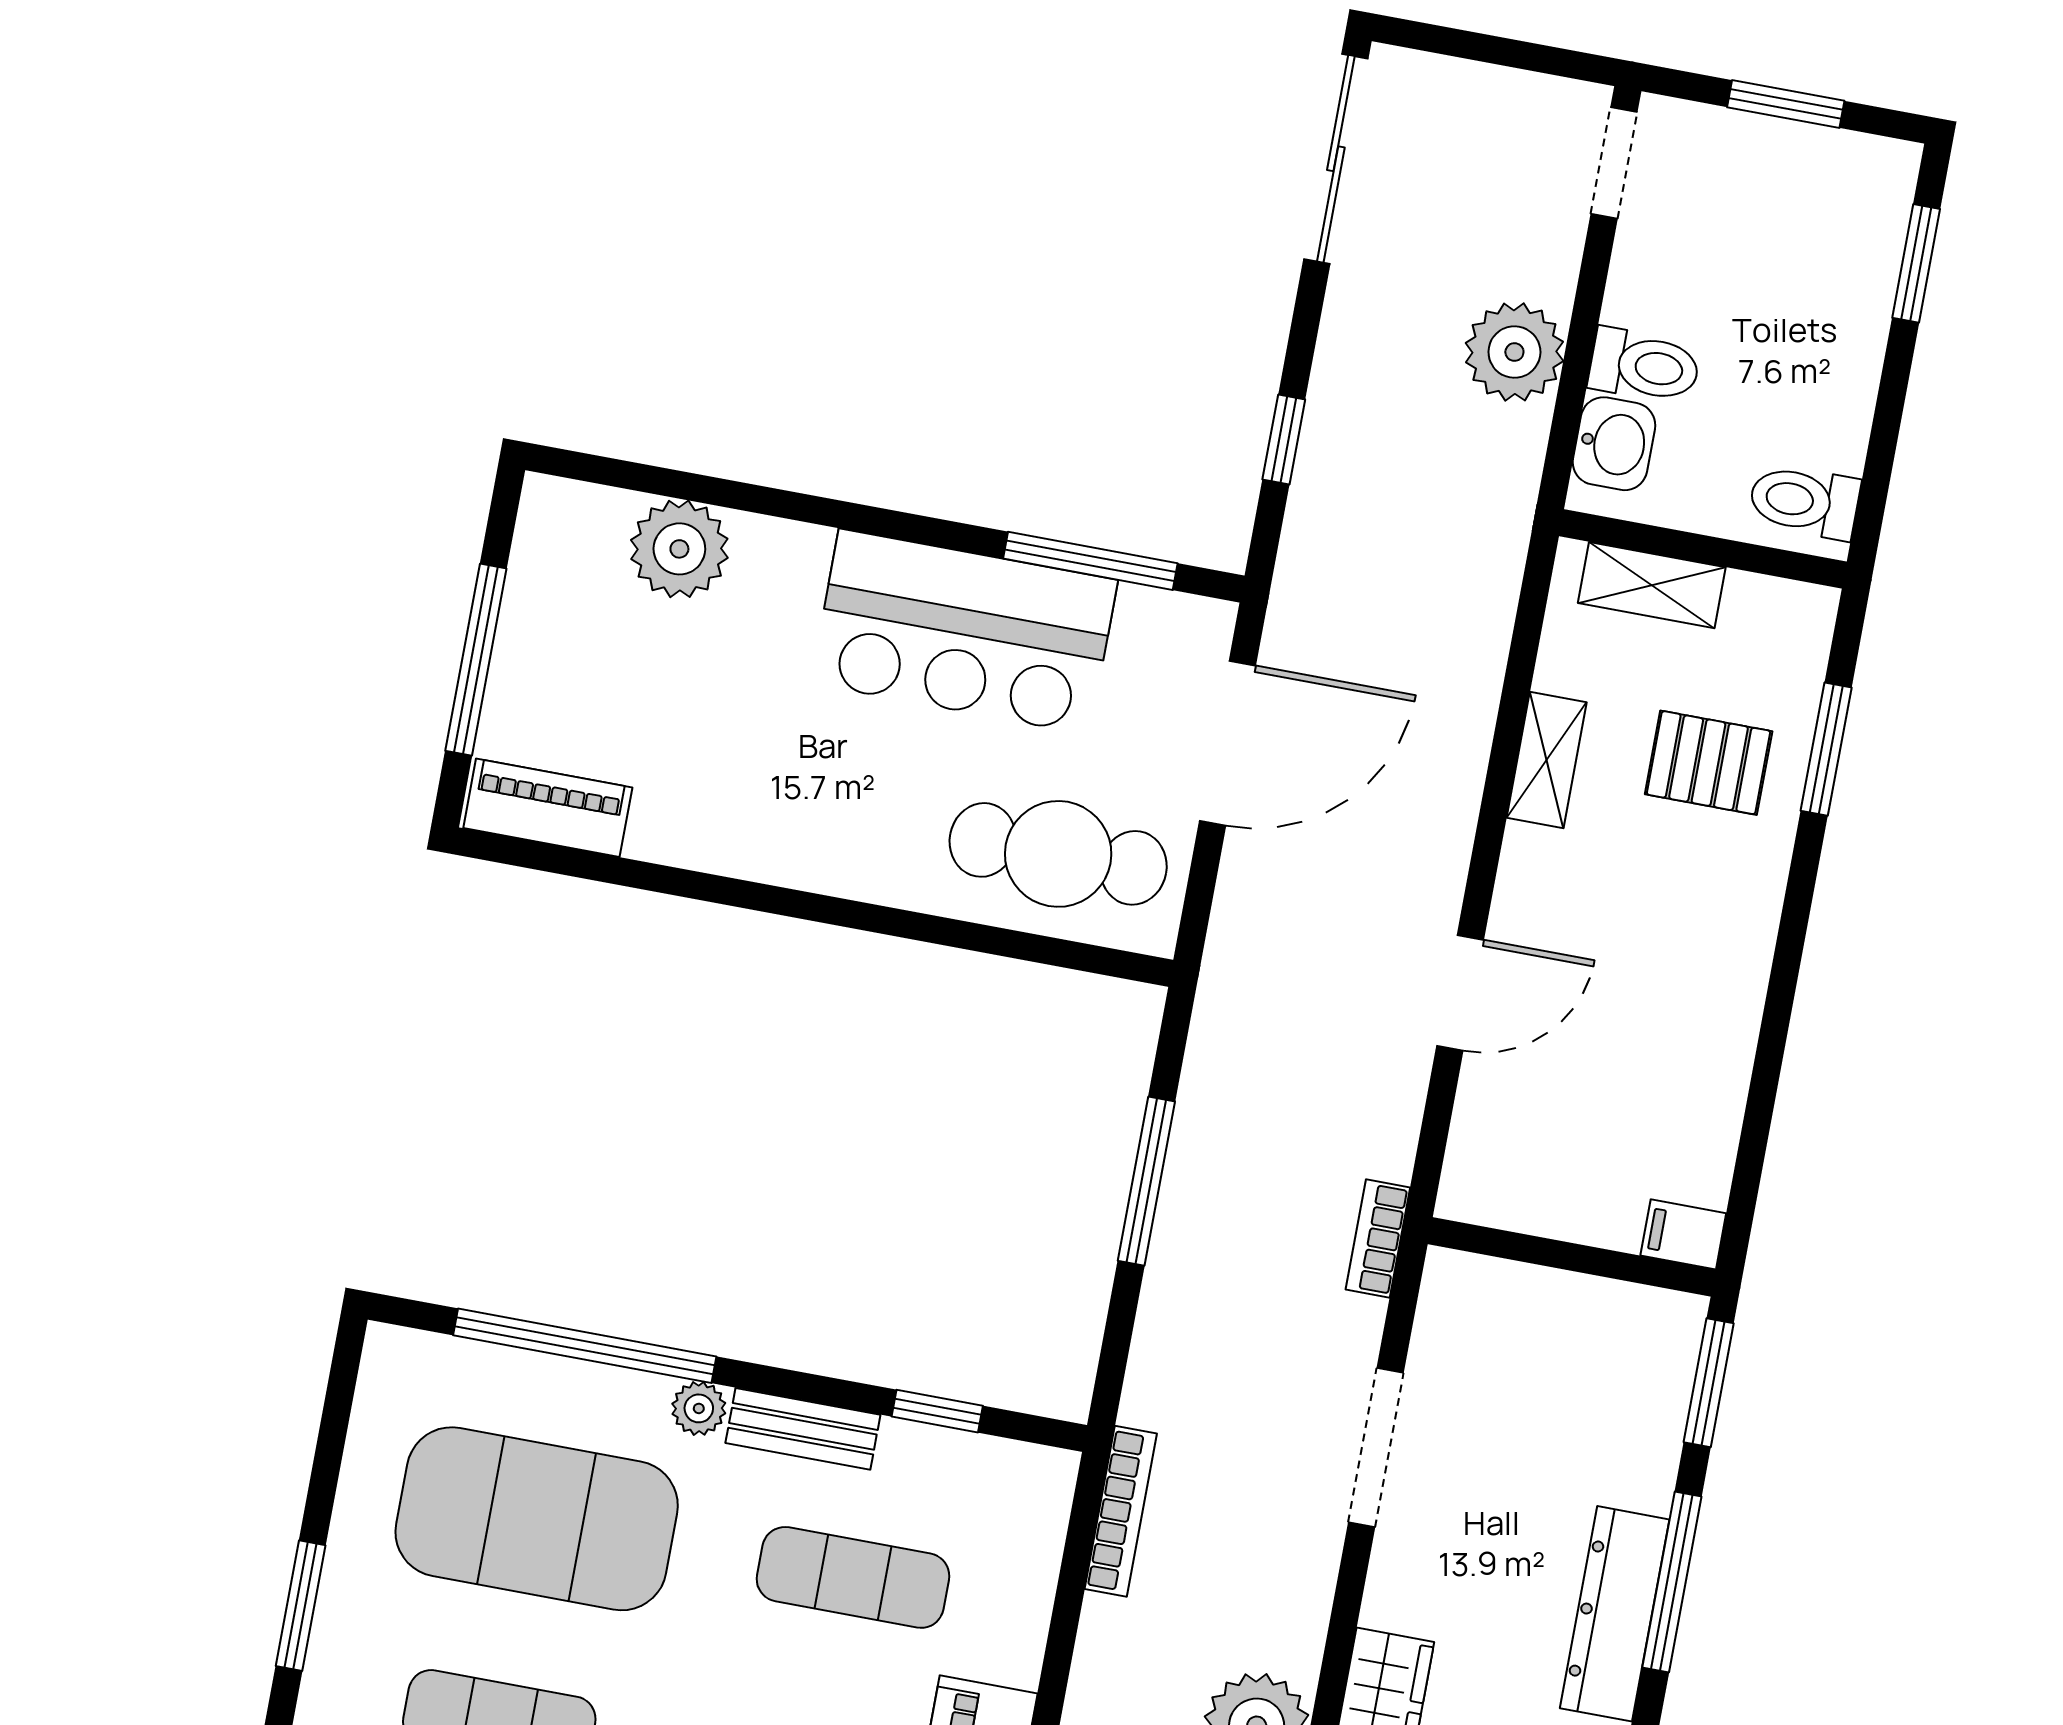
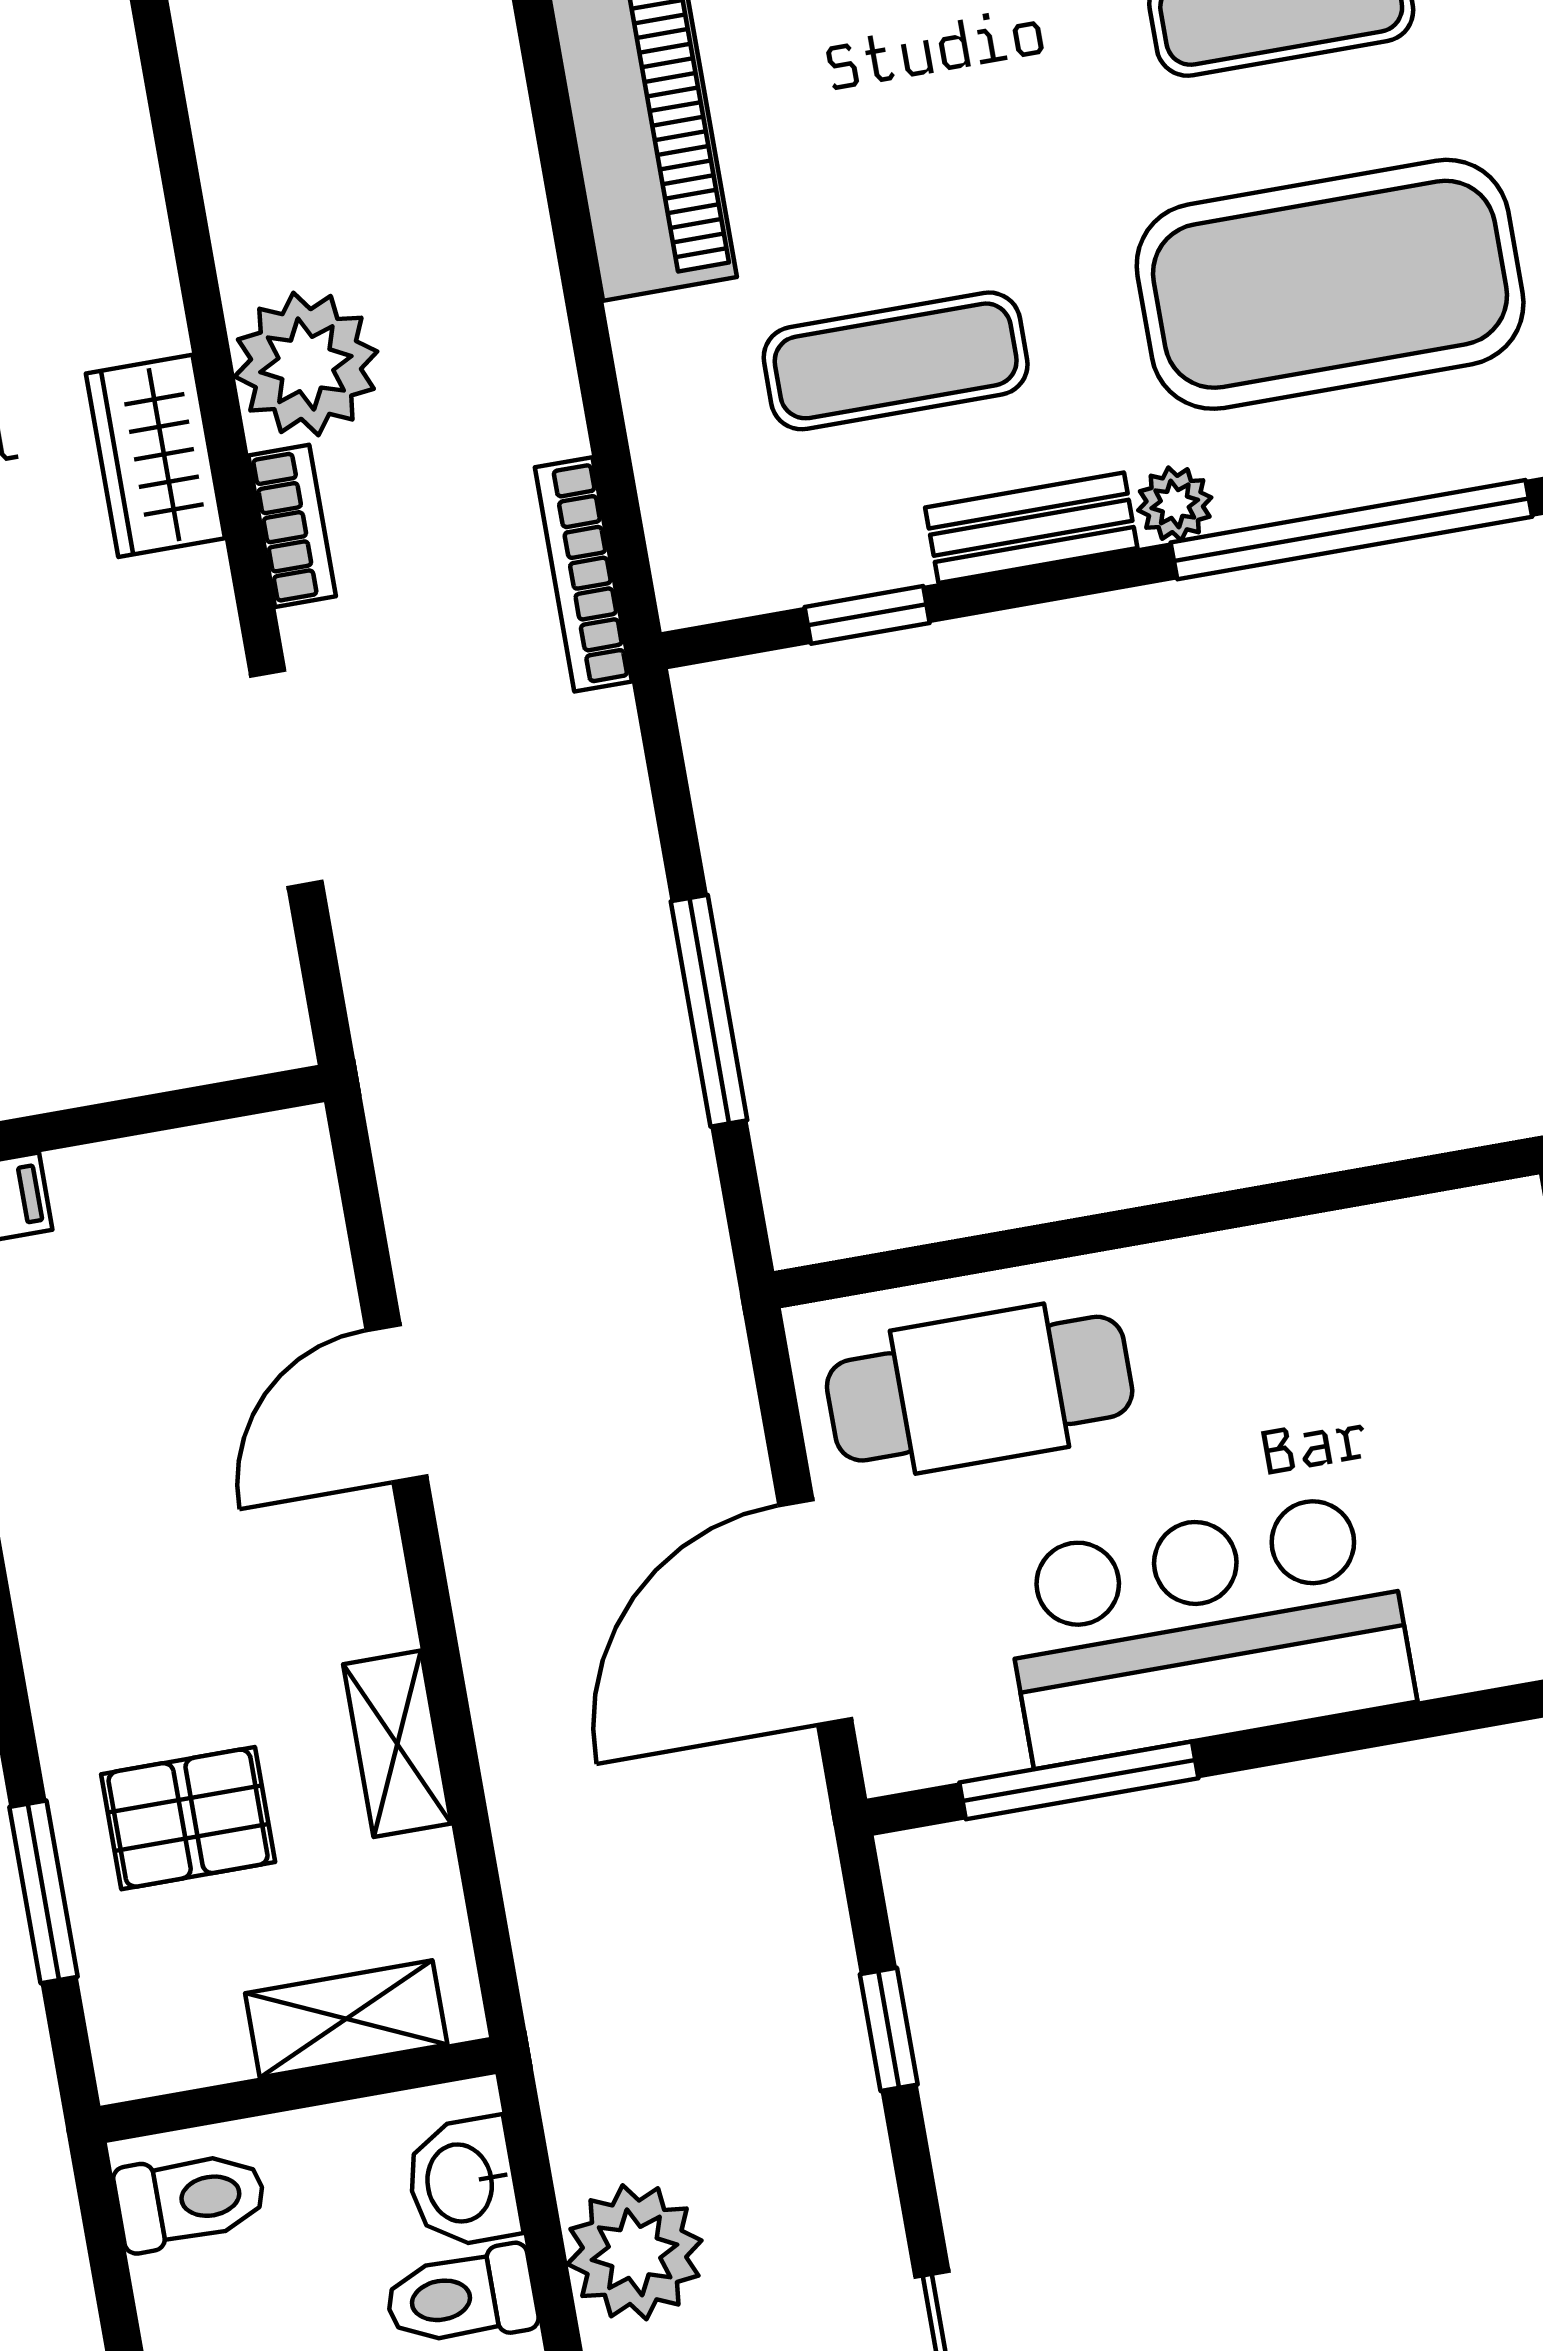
bookcase: (1378, 1238) -> (292, 526), moved

